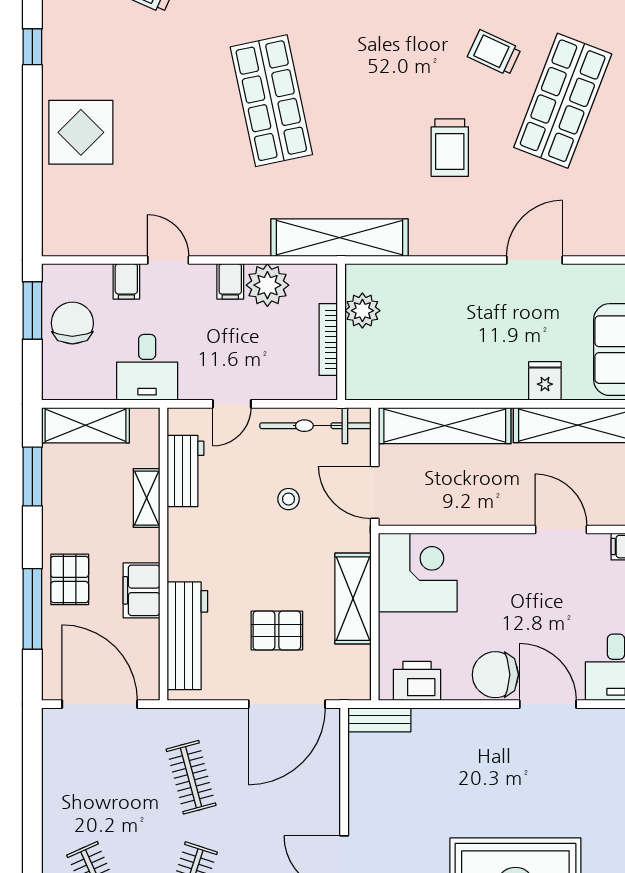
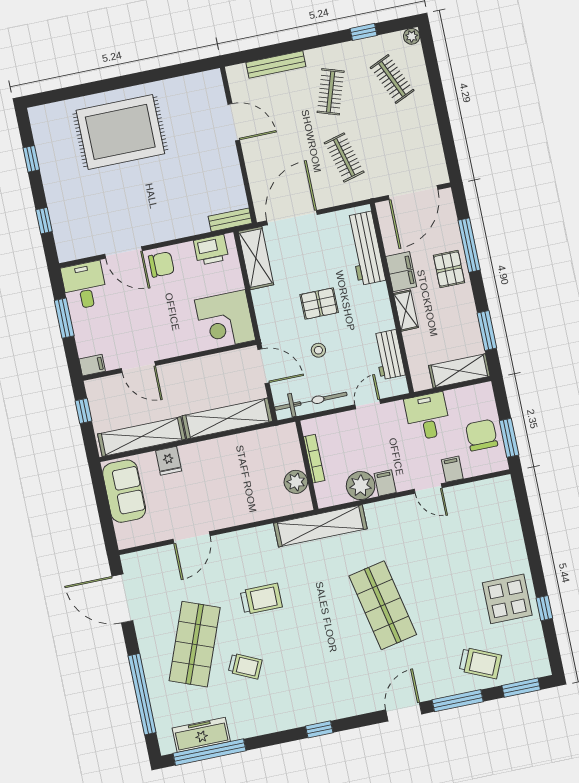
display table: (81, 132) -> (507, 599), moved
trolley: (450, 148) -> (261, 599), turned 90
chair: (72, 323) -> (482, 435), turned 180
shelving: (147, 498) -> (406, 311), moved
shelving: (353, 599) -> (256, 258), moved
pallet: (277, 631) -> (319, 304), moved
chair: (495, 675) -> (161, 264), width x0.73, depth x0.73
door: (100, 704) -> (413, 193), hinge flipped

